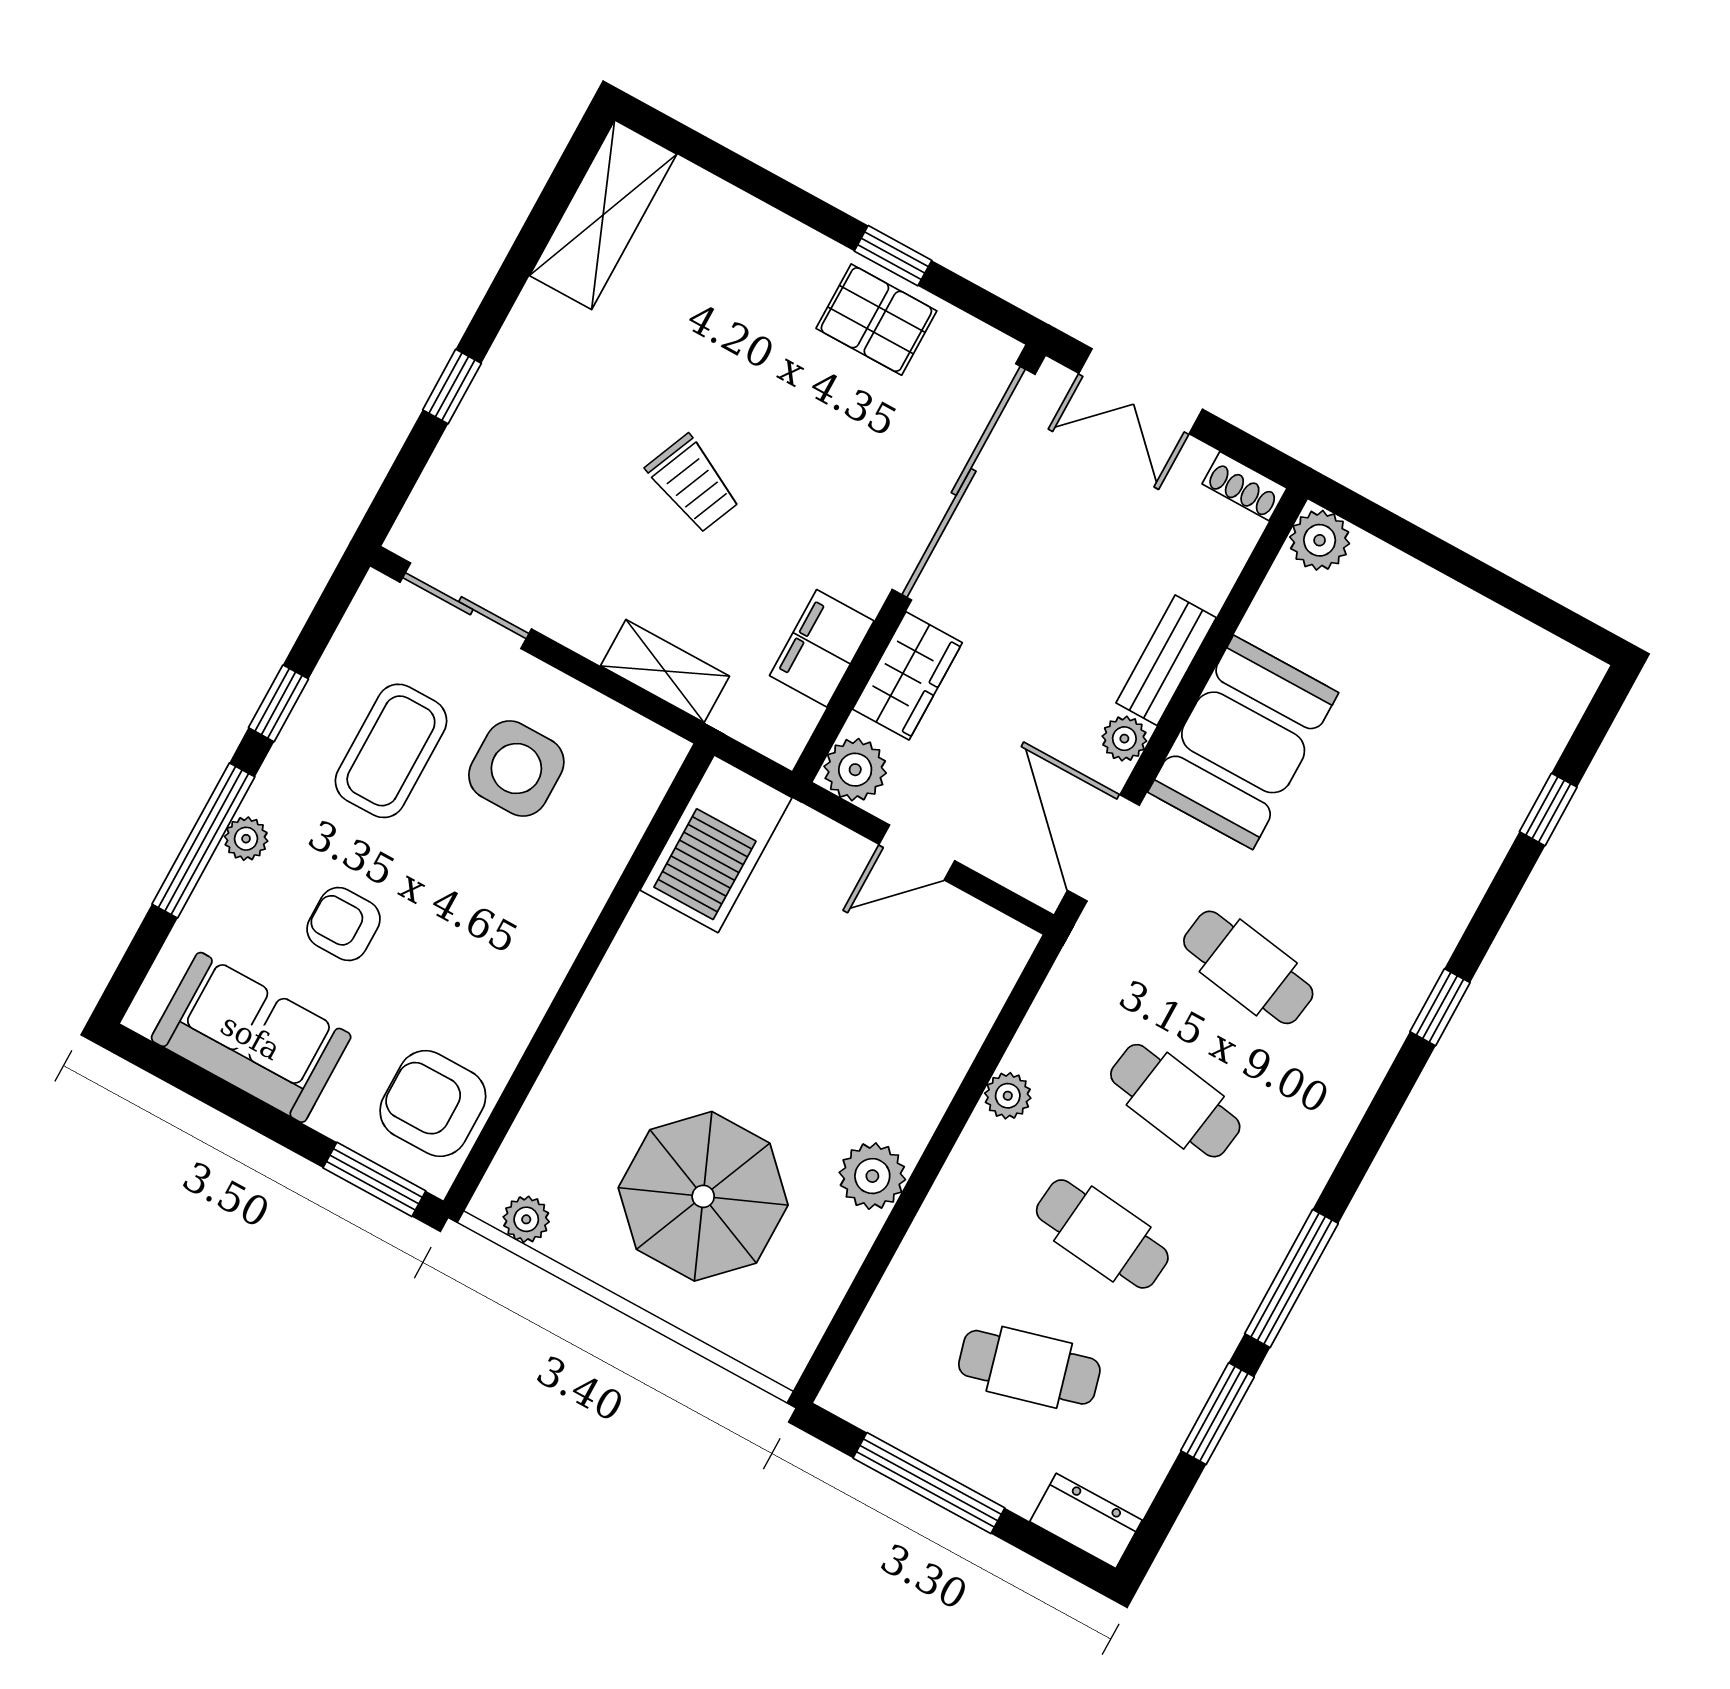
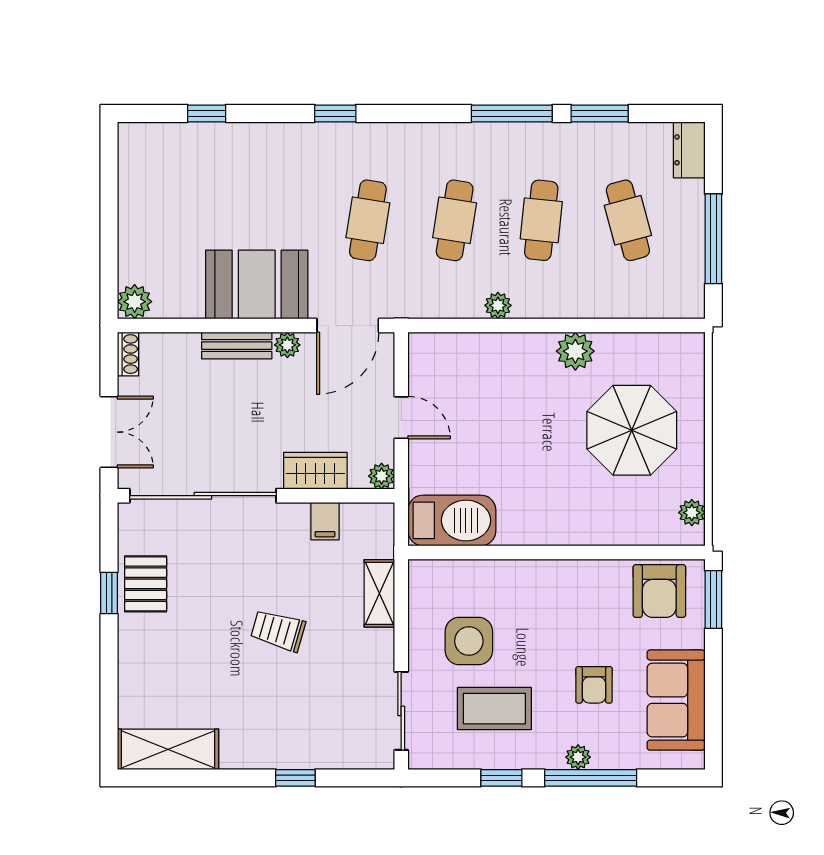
trolley: (693, 484) -> (278, 631), turned -97
filing cabinet: (822, 648) -> (325, 521), width x0.50
plant: (855, 770) -> (382, 476), width x0.73, depth x0.73

